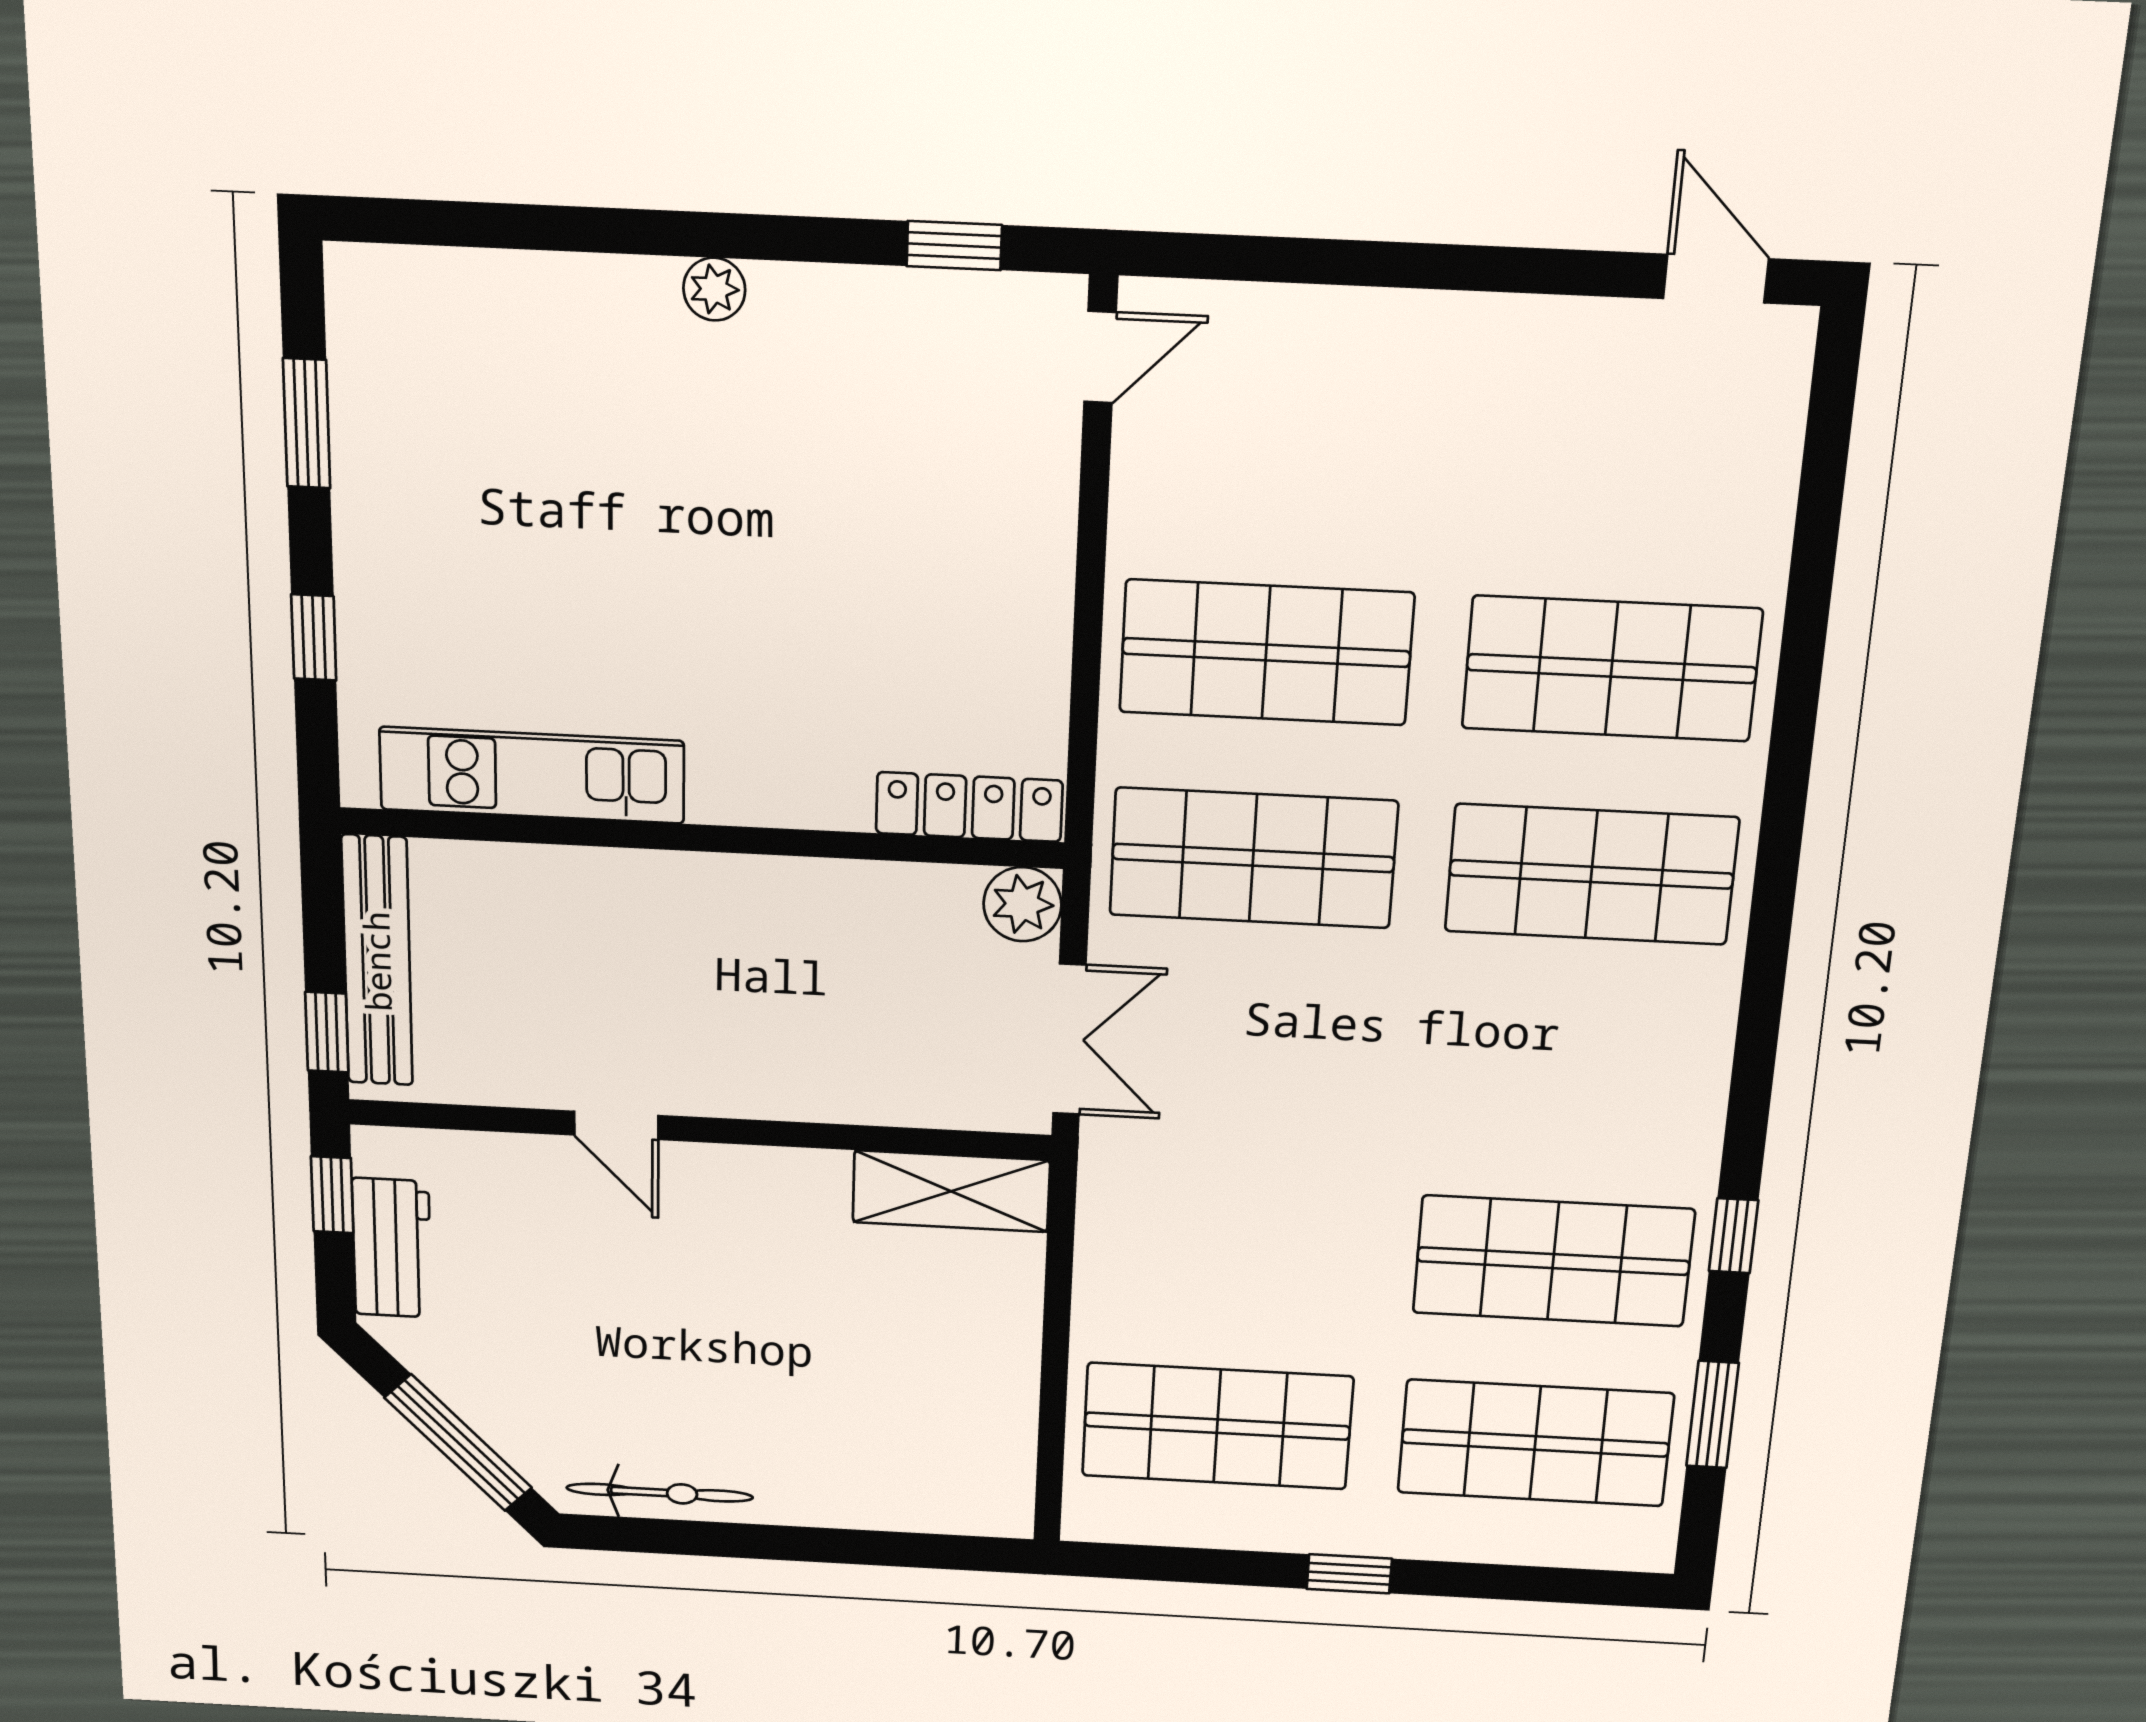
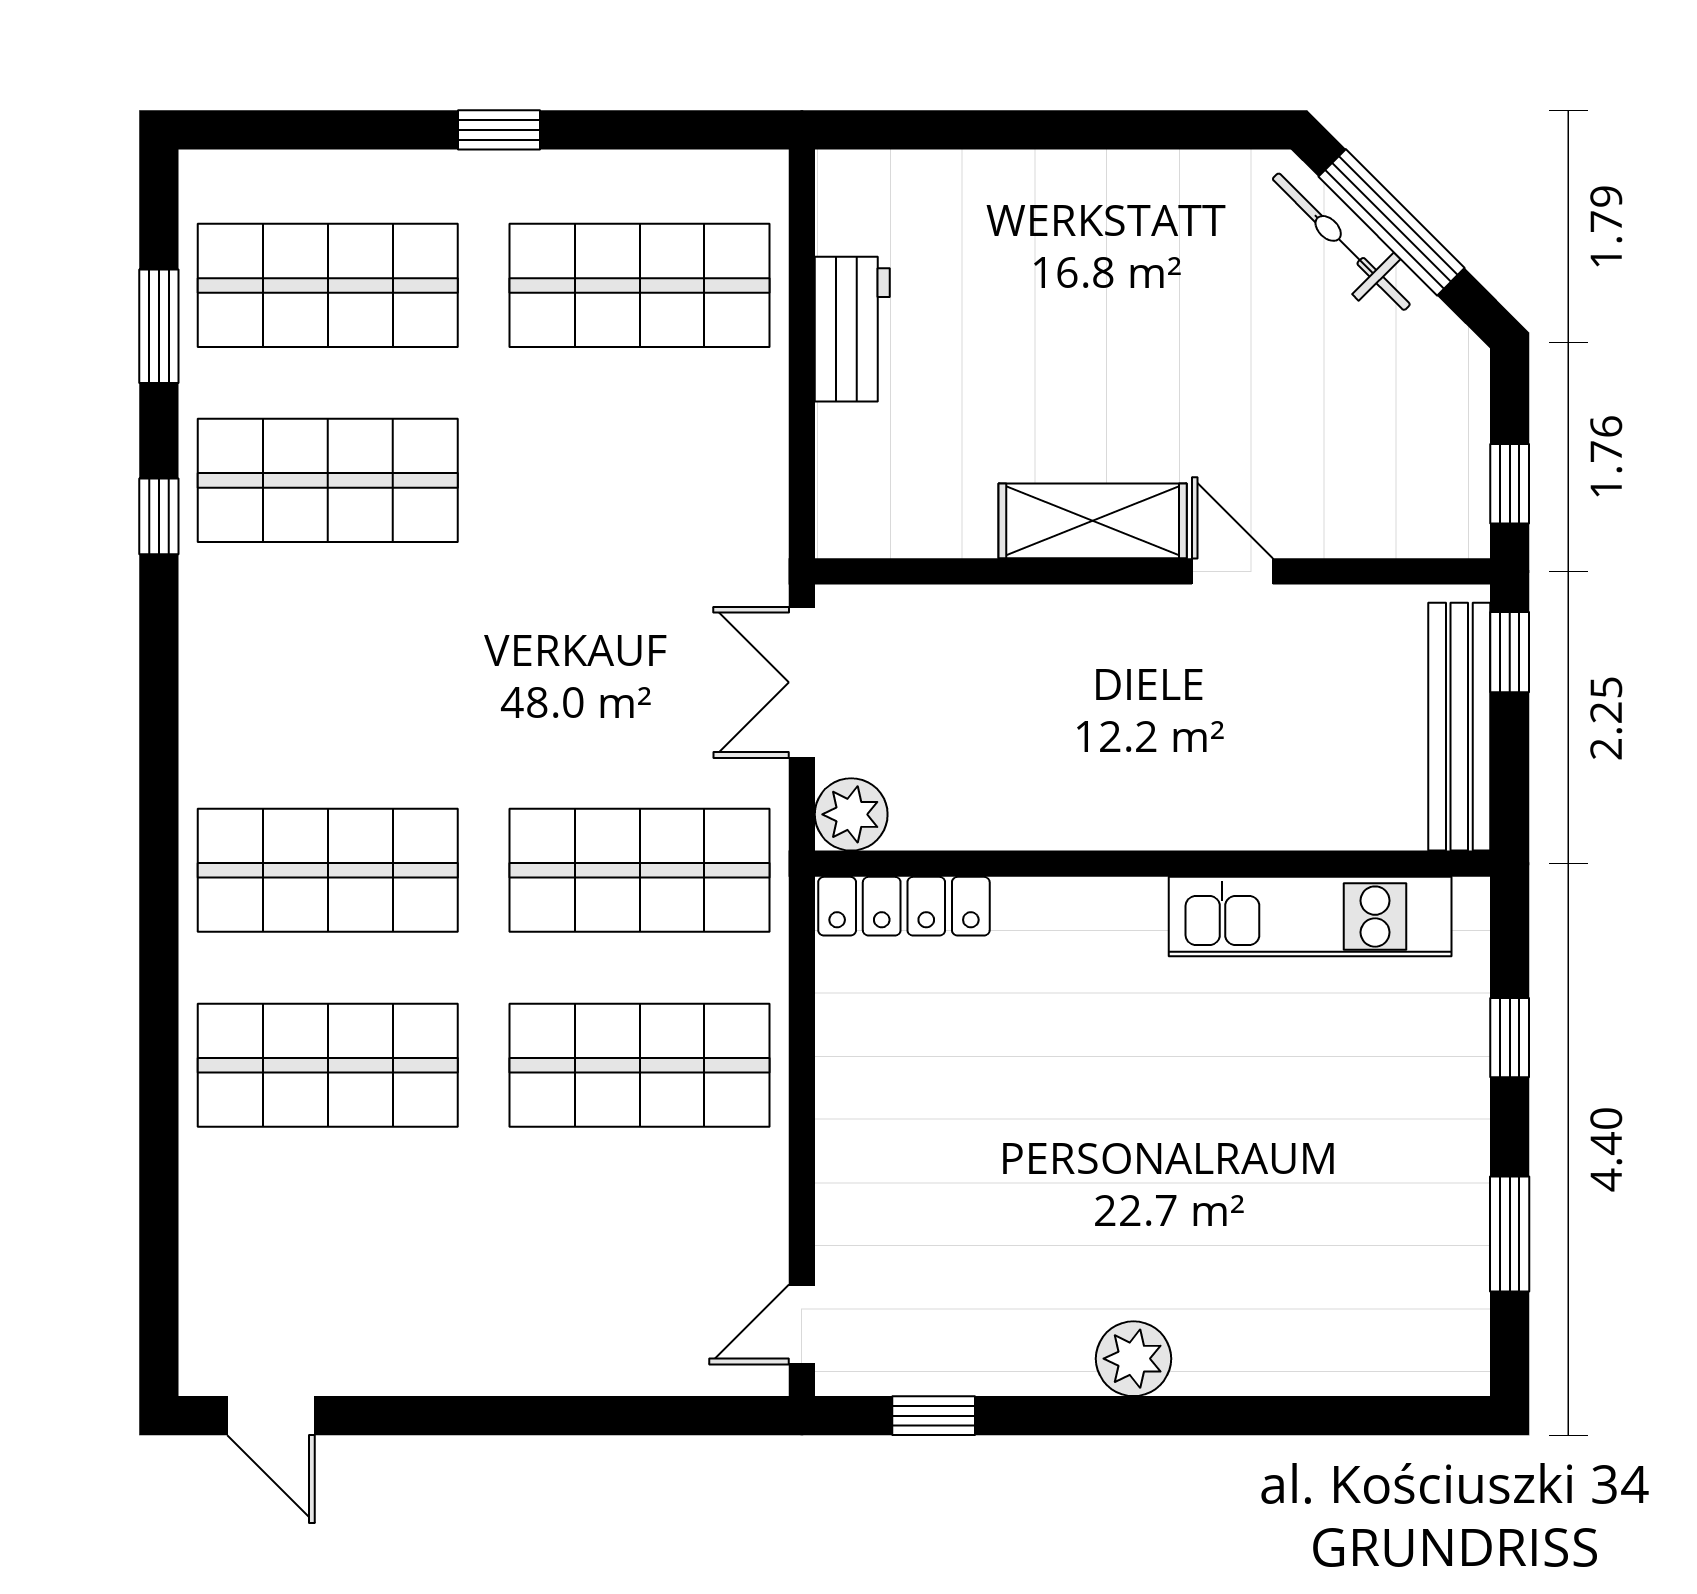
plant: (714, 289) -> (1133, 1359), width x1.38, depth x1.38
shelving: (951, 1191) -> (1093, 521), moved
workbench: (392, 1248) -> (852, 329), moved, turned 180
bicycle: (660, 1493) -> (1341, 242), moved, turned 45

